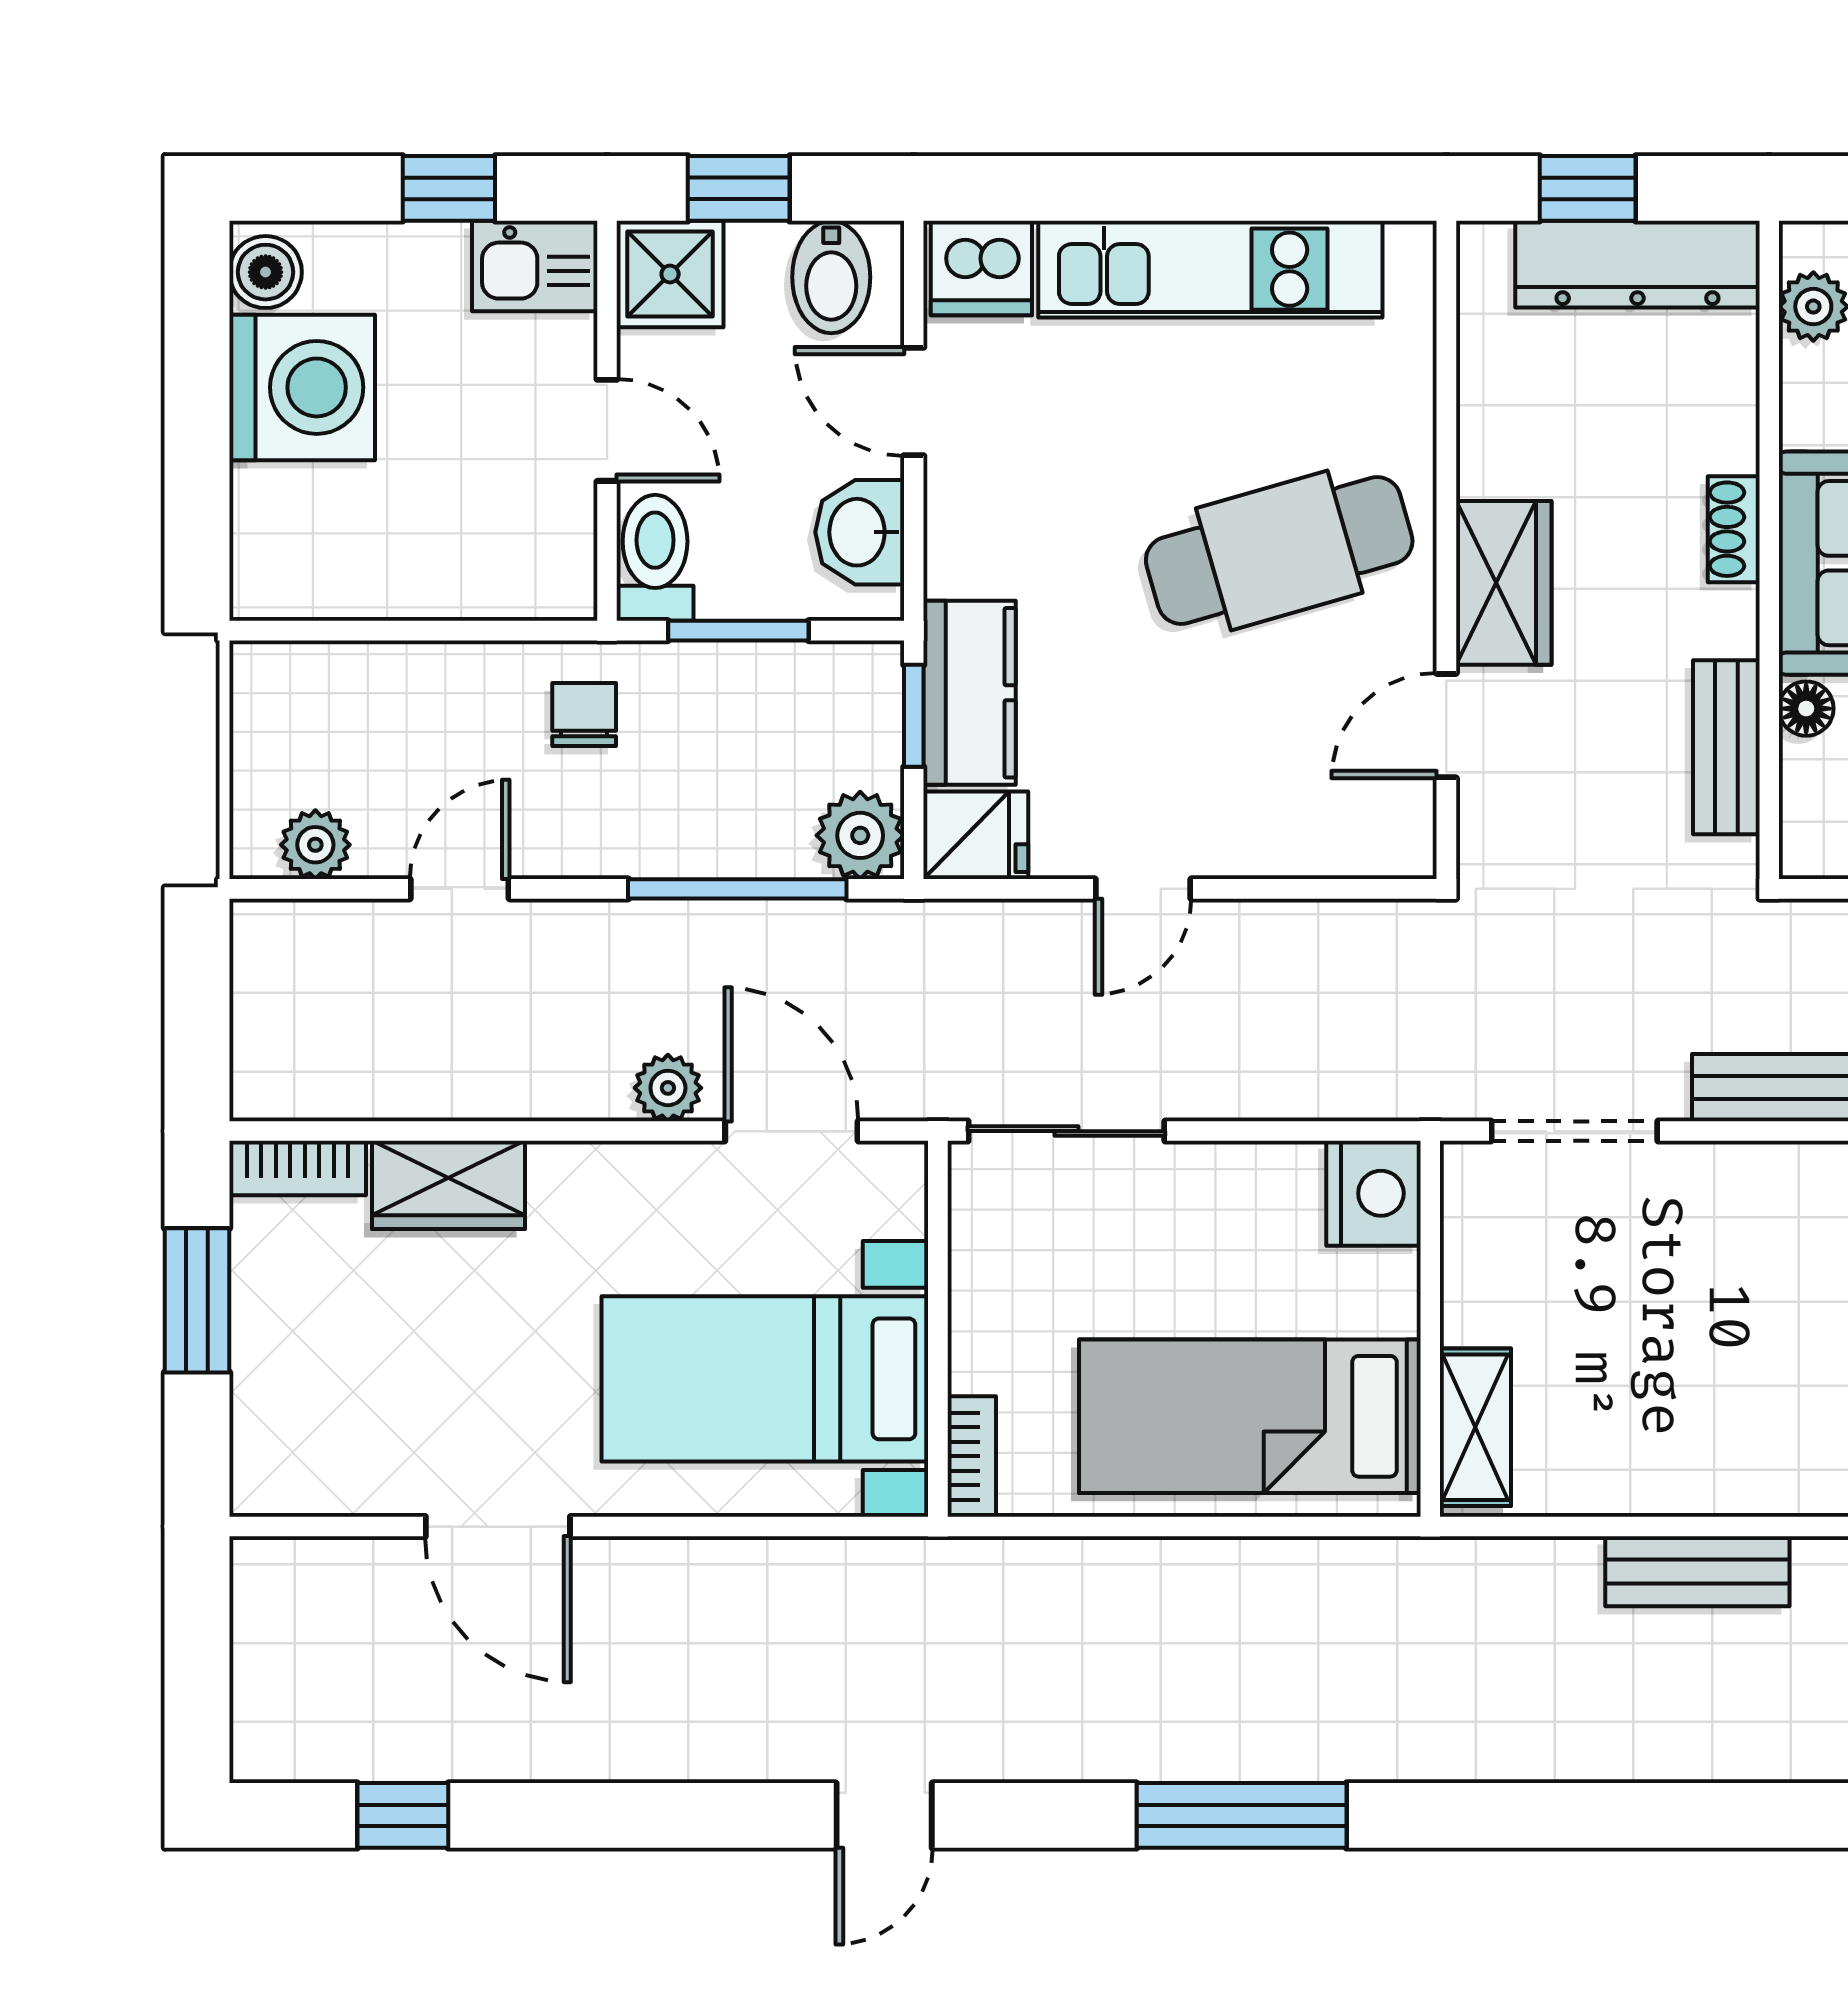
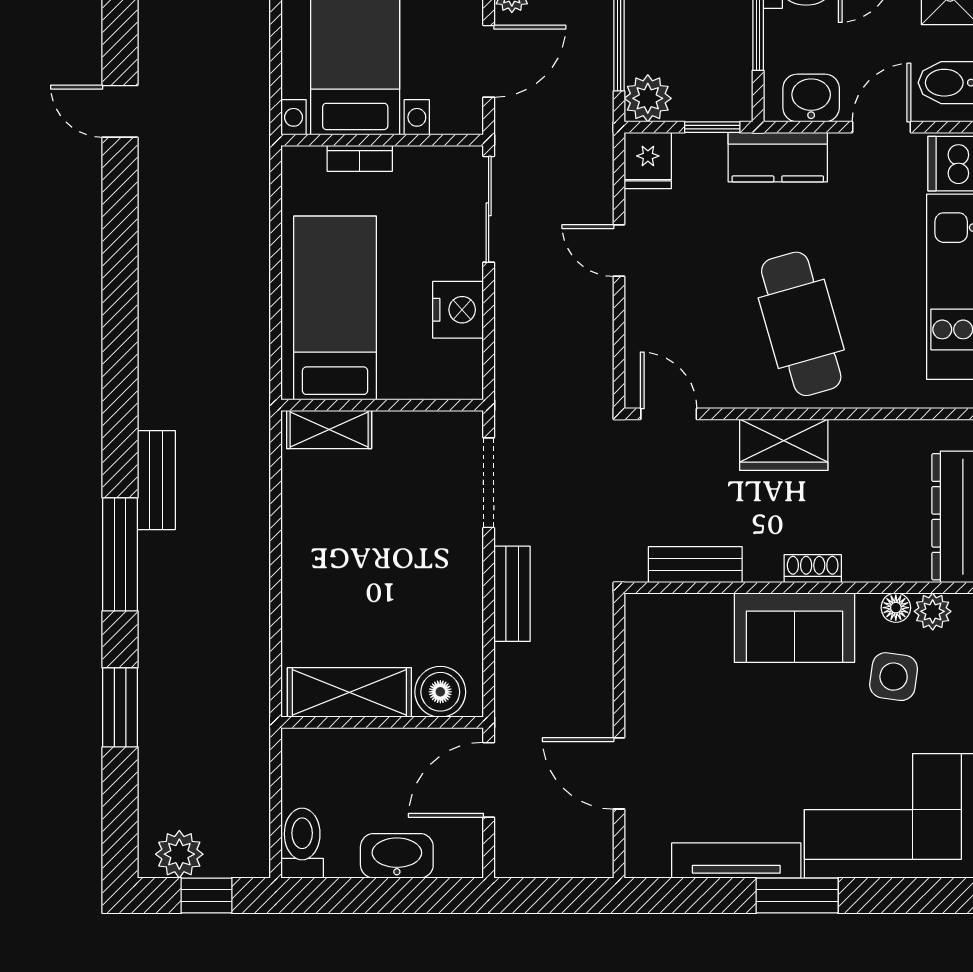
kitchen counter: (969, 693) -> (778, 157), moved
floor lamp: (1806, 709) -> (896, 608), moved
door: (1446, 726) -> (669, 414), moved
nightstand: (1373, 1193) -> (458, 310), moved, turned -90
bookcase: (972, 1456) -> (360, 158), moved
bench: (1697, 1571) -> (156, 480), moved
window: (1242, 1815) -> (120, 554), moved

